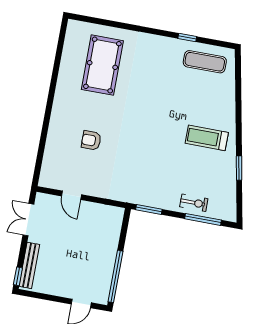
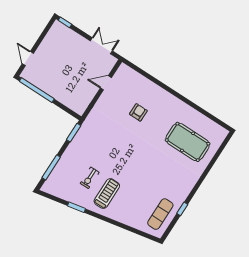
exercise bike: (194, 203) -> (90, 178), moved
bench: (29, 265) -> (69, 33), removed

